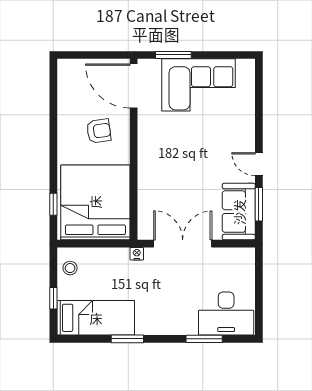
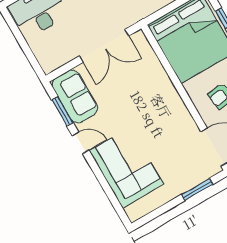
corner sofa: (199, 85) -> (126, 168), moved, turned 90
nightstand: (137, 254) -> (136, 17), removed

